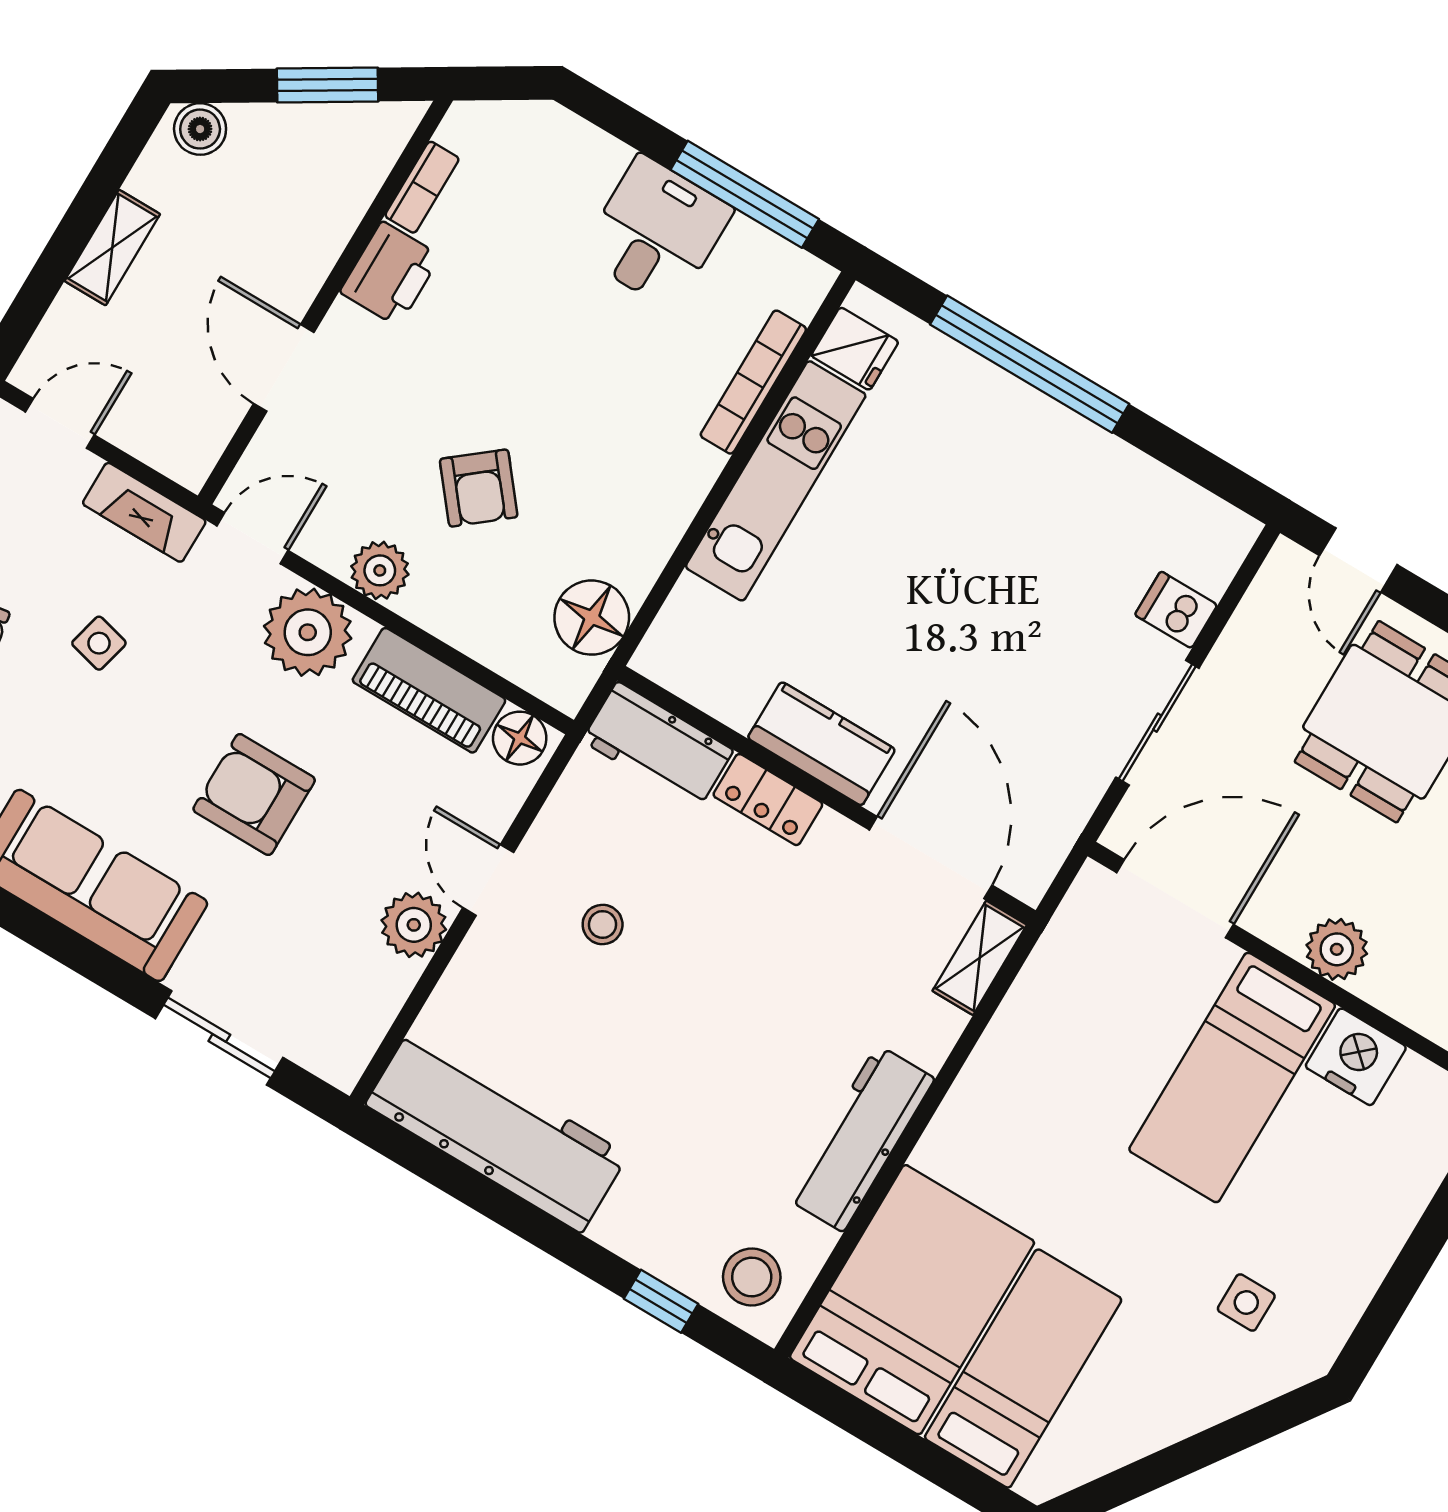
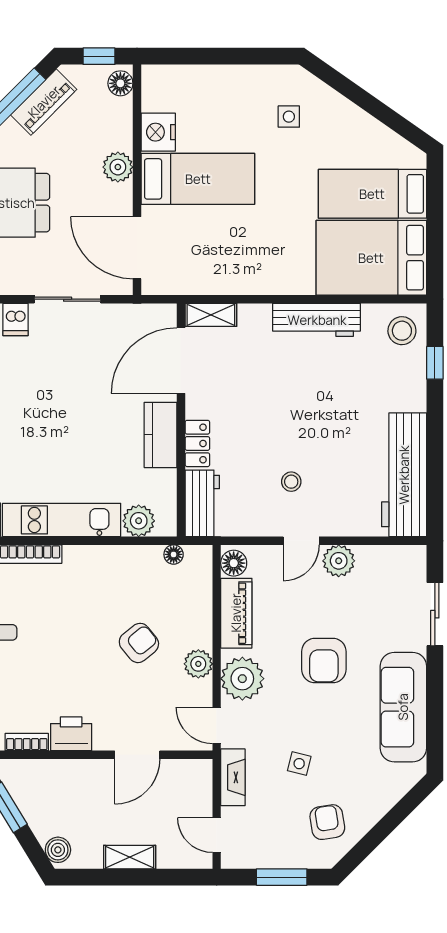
plant: (694, 616) -> (139, 521), added
floor lamp: (592, 618) -> (174, 554), width x0.53, depth x0.53

